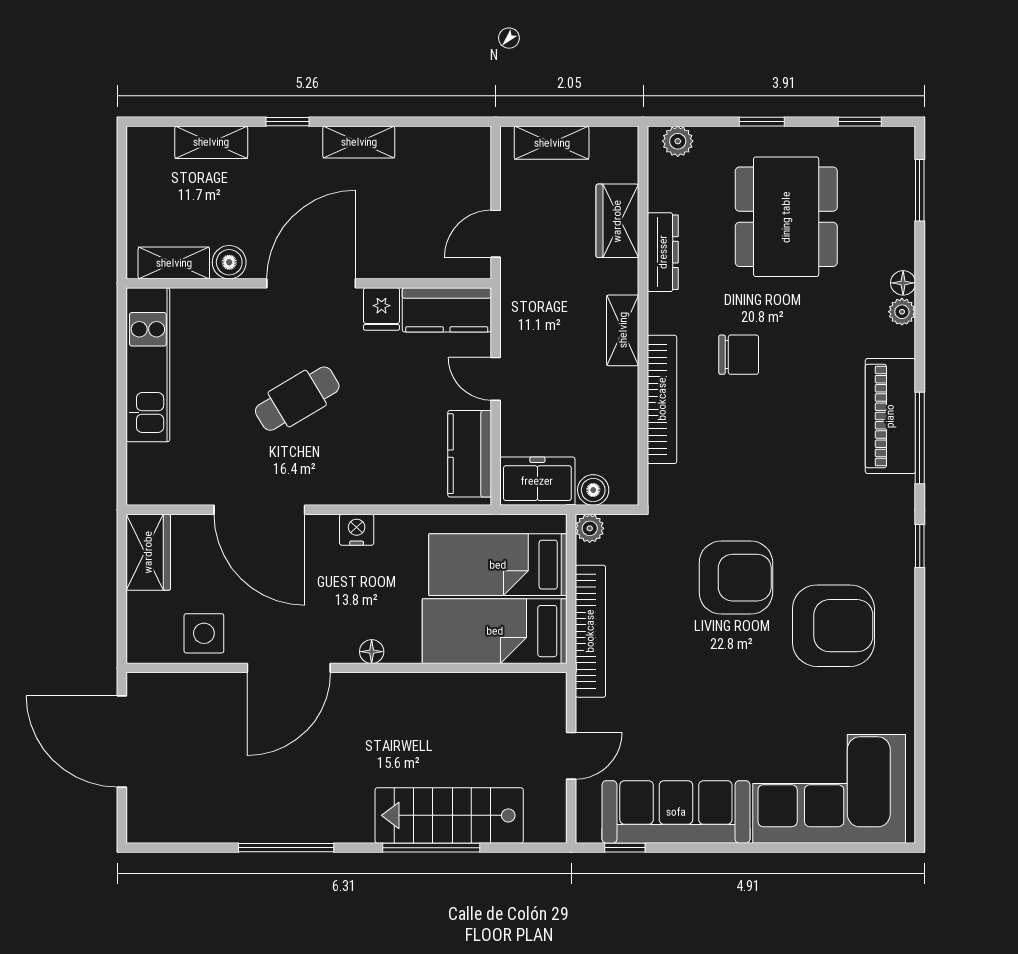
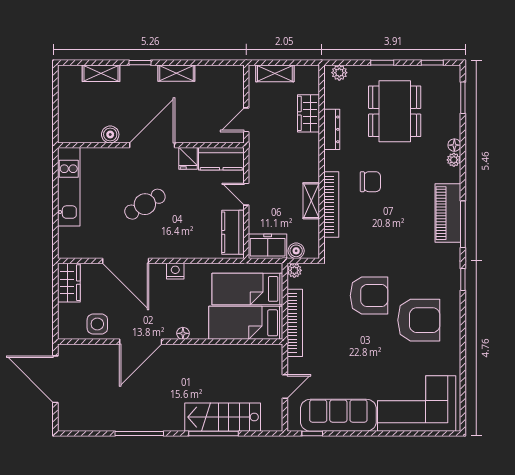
shelving: (174, 263) -> (82, 135), removed
shelving: (623, 330) -> (311, 201), moved

